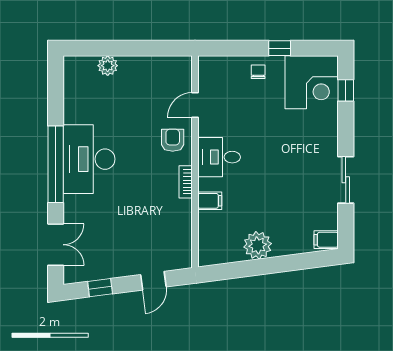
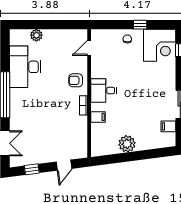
door: (195, 105) -> (89, 48), moved
armchair: (173, 140) -> (76, 80), turned -90
desk: (89, 159) -> (25, 67), moved
filing cabinet: (326, 240) -> (168, 126), moved

